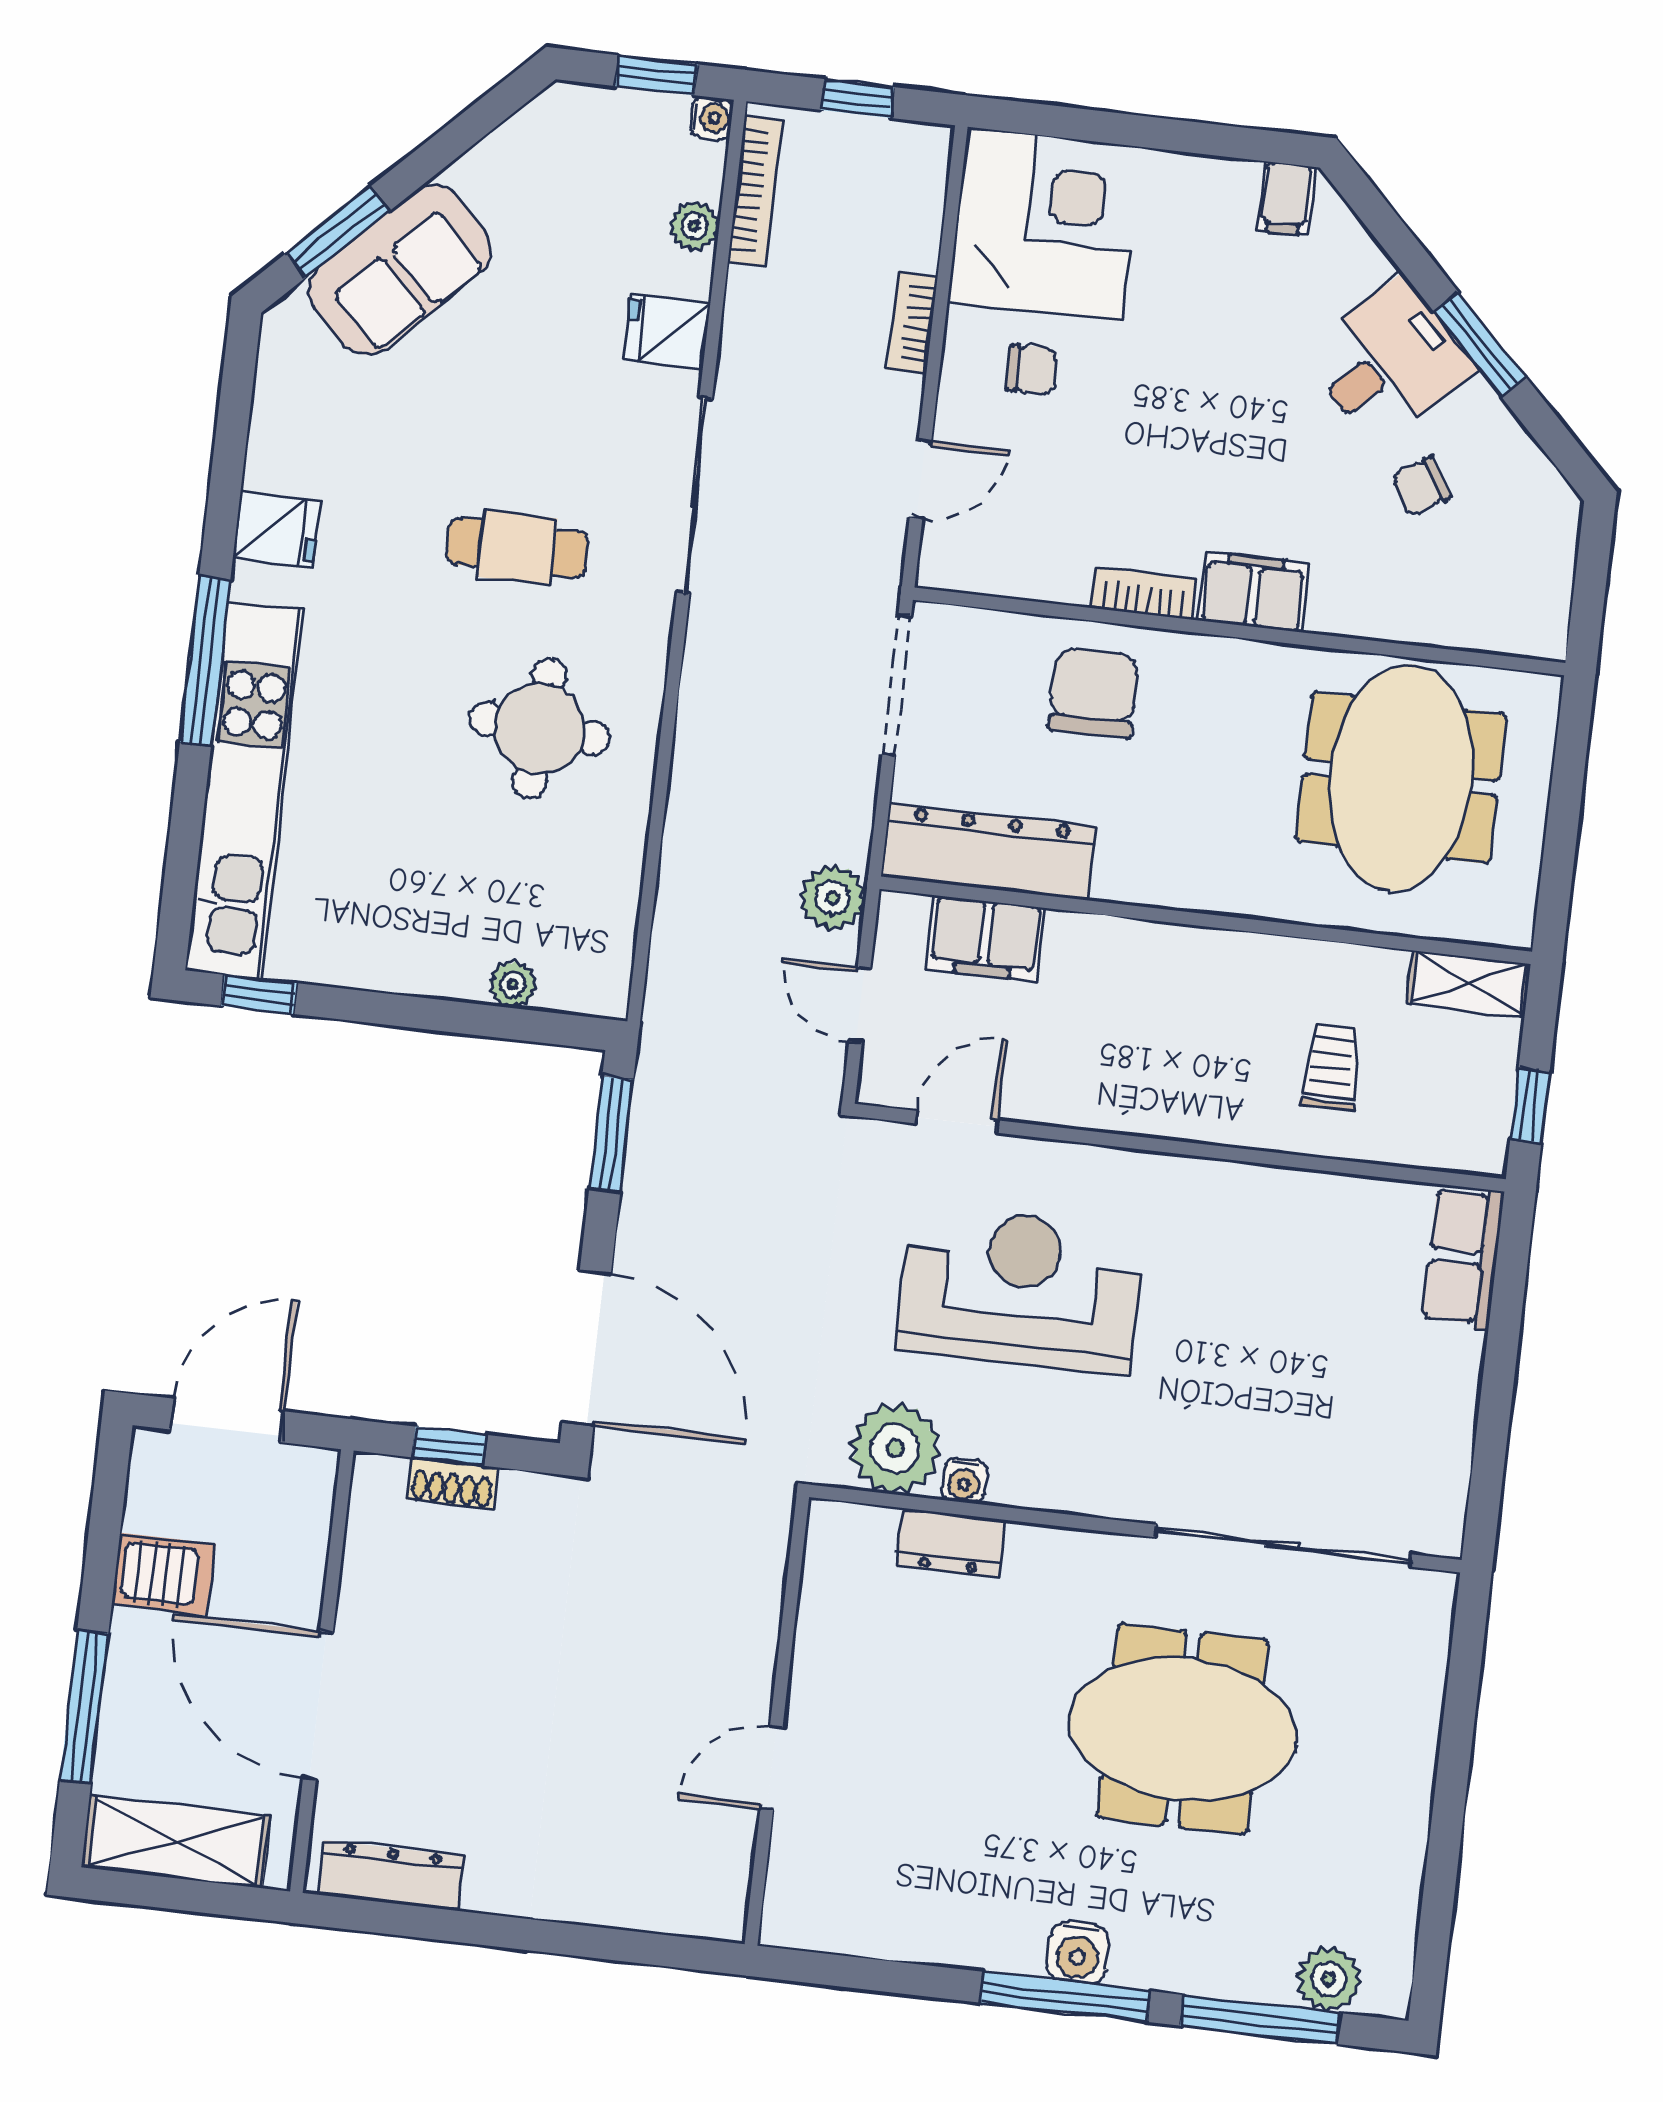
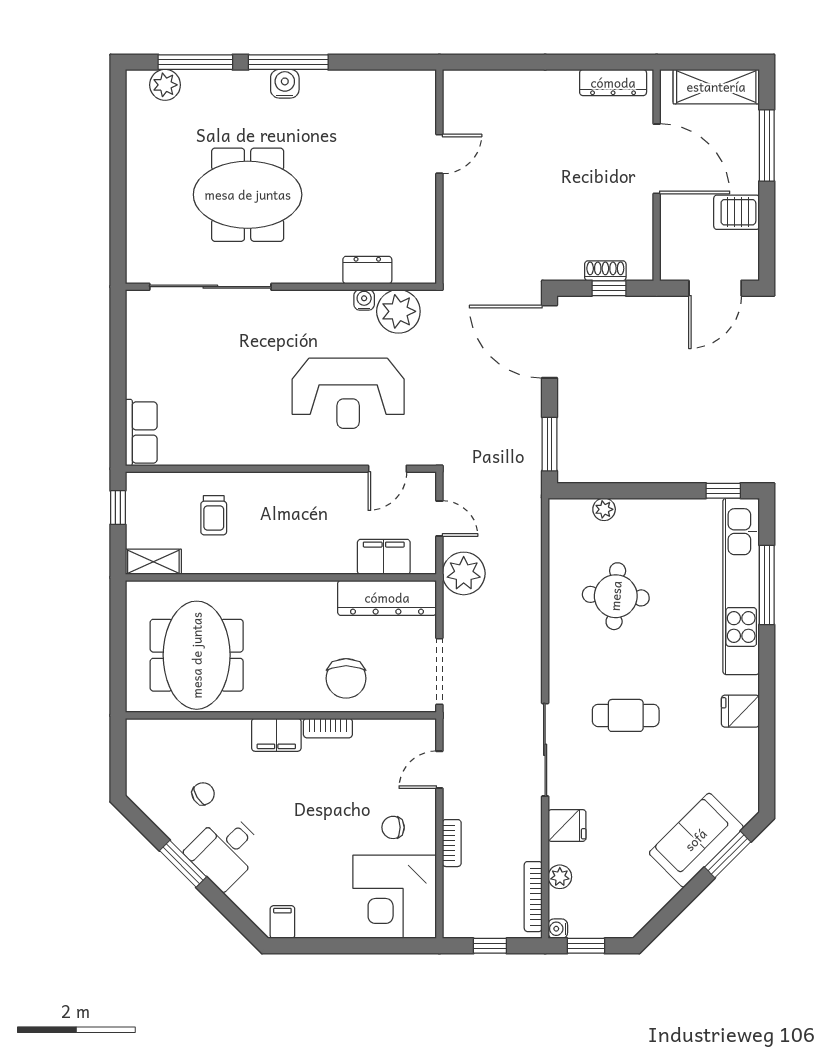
window: (205, 661) -> (767, 585), moved
round table: (540, 728) -> (616, 596), moved
plant: (833, 898) -> (464, 573), width x1.36, depth x1.36

